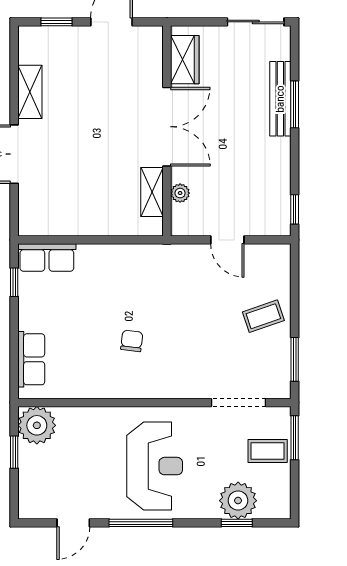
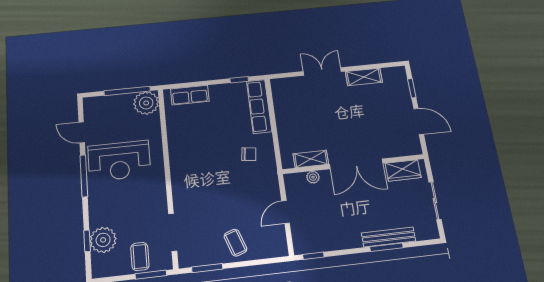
sliding door: (256, 22) -> (435, 200), moved
row of seats: (47, 257) -> (259, 106), width x1.48
chair: (132, 341) -> (249, 154), moved
window: (14, 452) -> (127, 91), width x2.17
reception desk: (155, 466) -> (119, 161), moved

